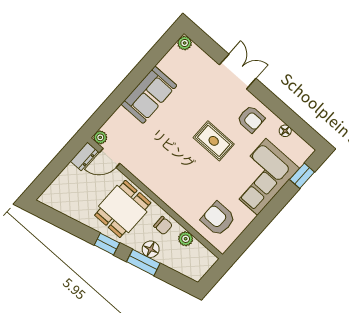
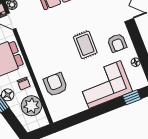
armchair: (218, 219) -> (55, 85), moved
plant: (186, 239) -> (31, 106), width x1.88, depth x1.88

